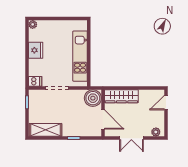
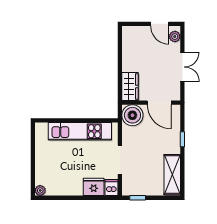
fridge: (36, 50) -> (94, 187), moved
wardrobe: (121, 96) -> (130, 87), width x0.67
door: (166, 103) -> (160, 24), moved
door: (103, 120) -> (159, 103), swing flipped

